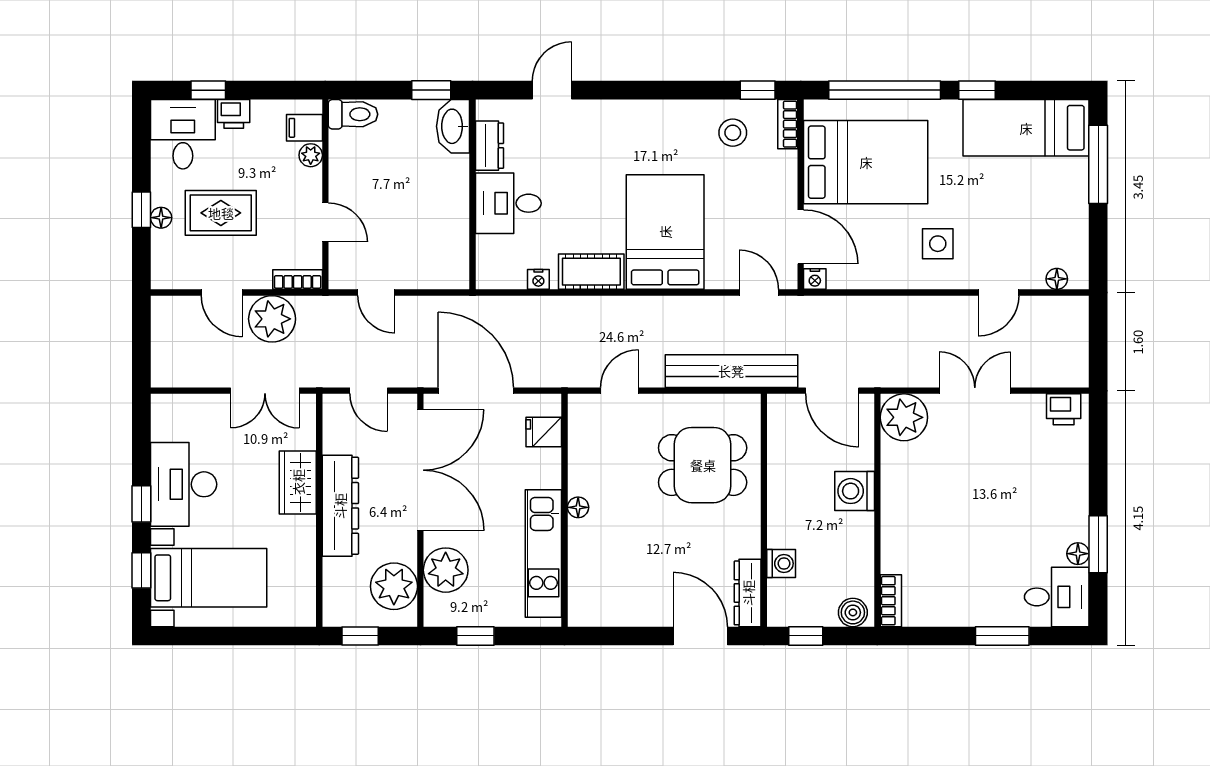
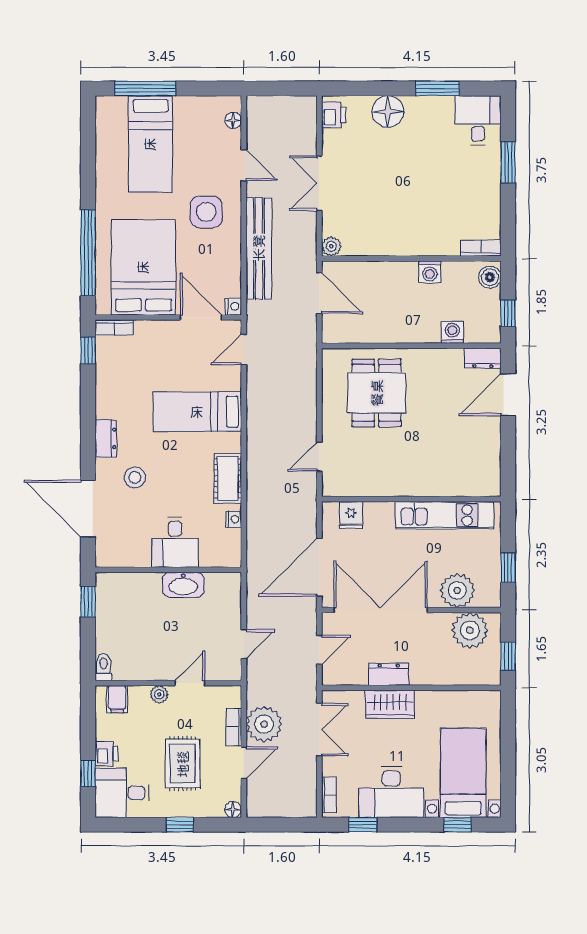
door: (552, 90) -> (88, 509), width x1.87
window: (977, 90) -> (88, 182), removed
toilet: (353, 114) -> (104, 667), width x0.73, depth x0.72
washbasin: (453, 126) -> (183, 585), moved
bed: (1026, 128) -> (150, 144), moved
stool: (733, 133) -> (135, 477), moved
dresser: (490, 146) -> (106, 438), moved, turned 90
plant: (311, 155) -> (159, 694), moved
floor lamp: (161, 218) -> (233, 810), moved
bed: (665, 232) -> (197, 412), width x0.67
door: (801, 237) -> (201, 317), hinge flipped
side table: (938, 244) -> (206, 212), width x1.37, depth x1.37
bookcase: (298, 280) -> (234, 727), moved
bench: (731, 371) -> (259, 248), moved
door: (620, 391) -> (319, 457), hinge flipped
door: (832, 391) -> (319, 293), hinge flipped
bookcase: (180, 403) -> (329, 795), added
plant: (904, 417) -> (331, 246), width x0.53, depth x0.53
washing machine: (855, 491) -> (430, 272), moved, width x0.73, depth x0.73
window: (141, 504) -> (363, 825), moved
dresser: (340, 506) -> (389, 674), width x0.51, depth x0.80
floor lamp: (578, 507) -> (409, 489), removed
floor lamp: (1078, 554) -> (388, 112), moved, width x1.89, depth x1.89
dresser: (748, 593) -> (483, 358), width x0.70

